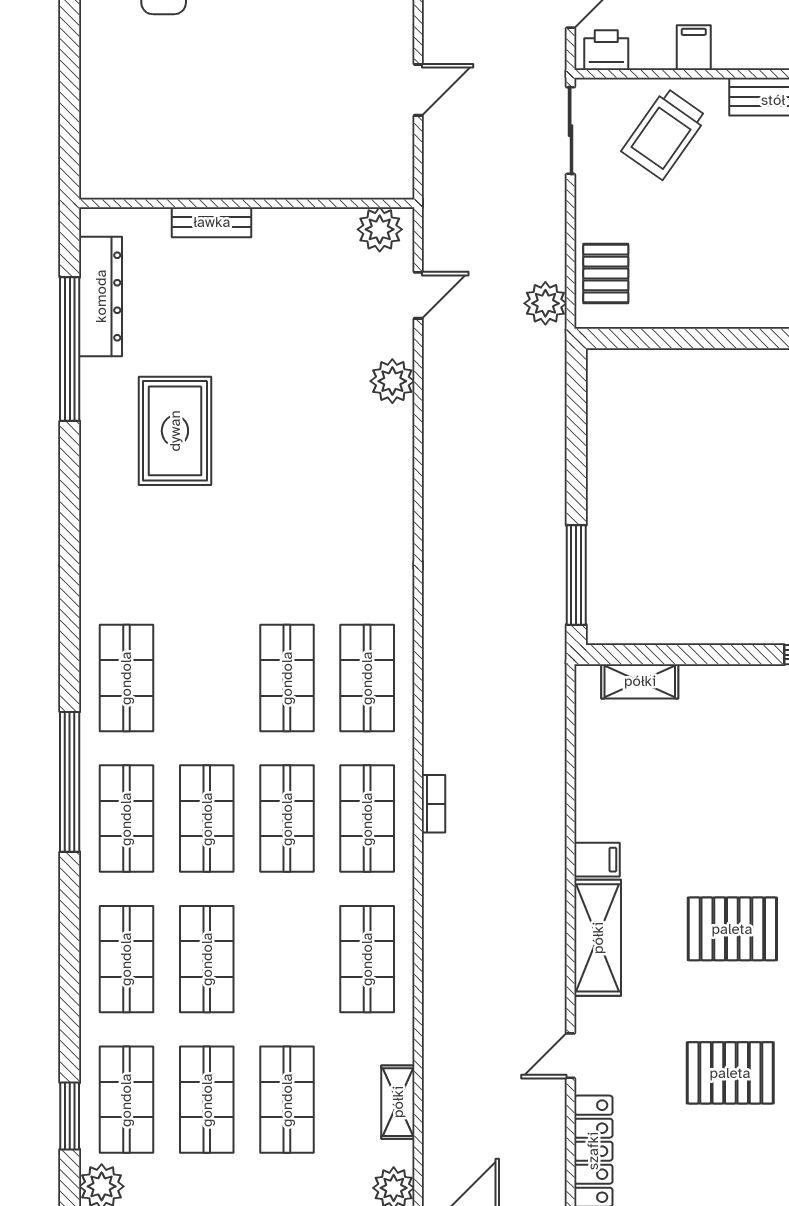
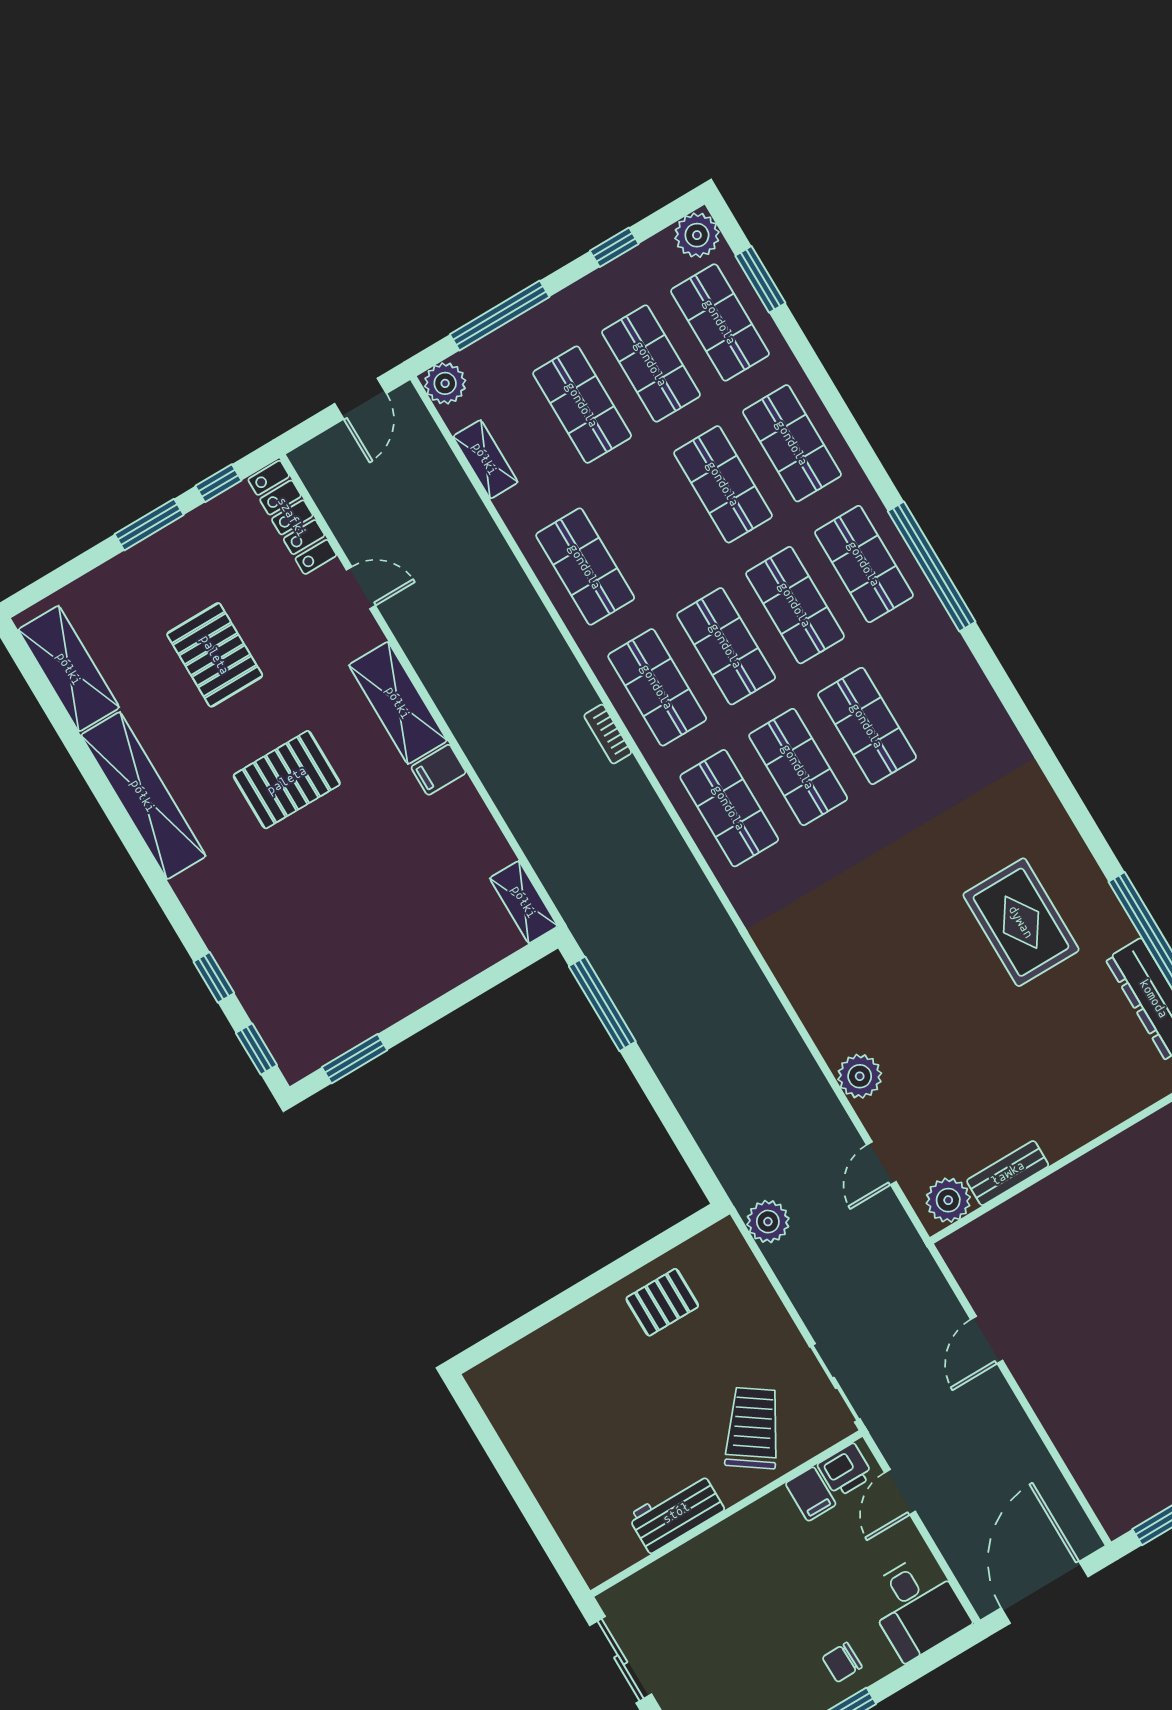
filing cabinet: (694, 48) -> (811, 1494), moved
bench: (212, 222) -> (1008, 1173), moved
pallet: (606, 273) -> (662, 1302), moved, turned 90
shop shelf: (126, 678) -> (867, 726), moved
shelving: (640, 681) -> (524, 902), moved, turned 90
door: (571, 1056) -> (361, 588), hinge flipped
pallet: (730, 1073) -> (215, 655), turned 90

